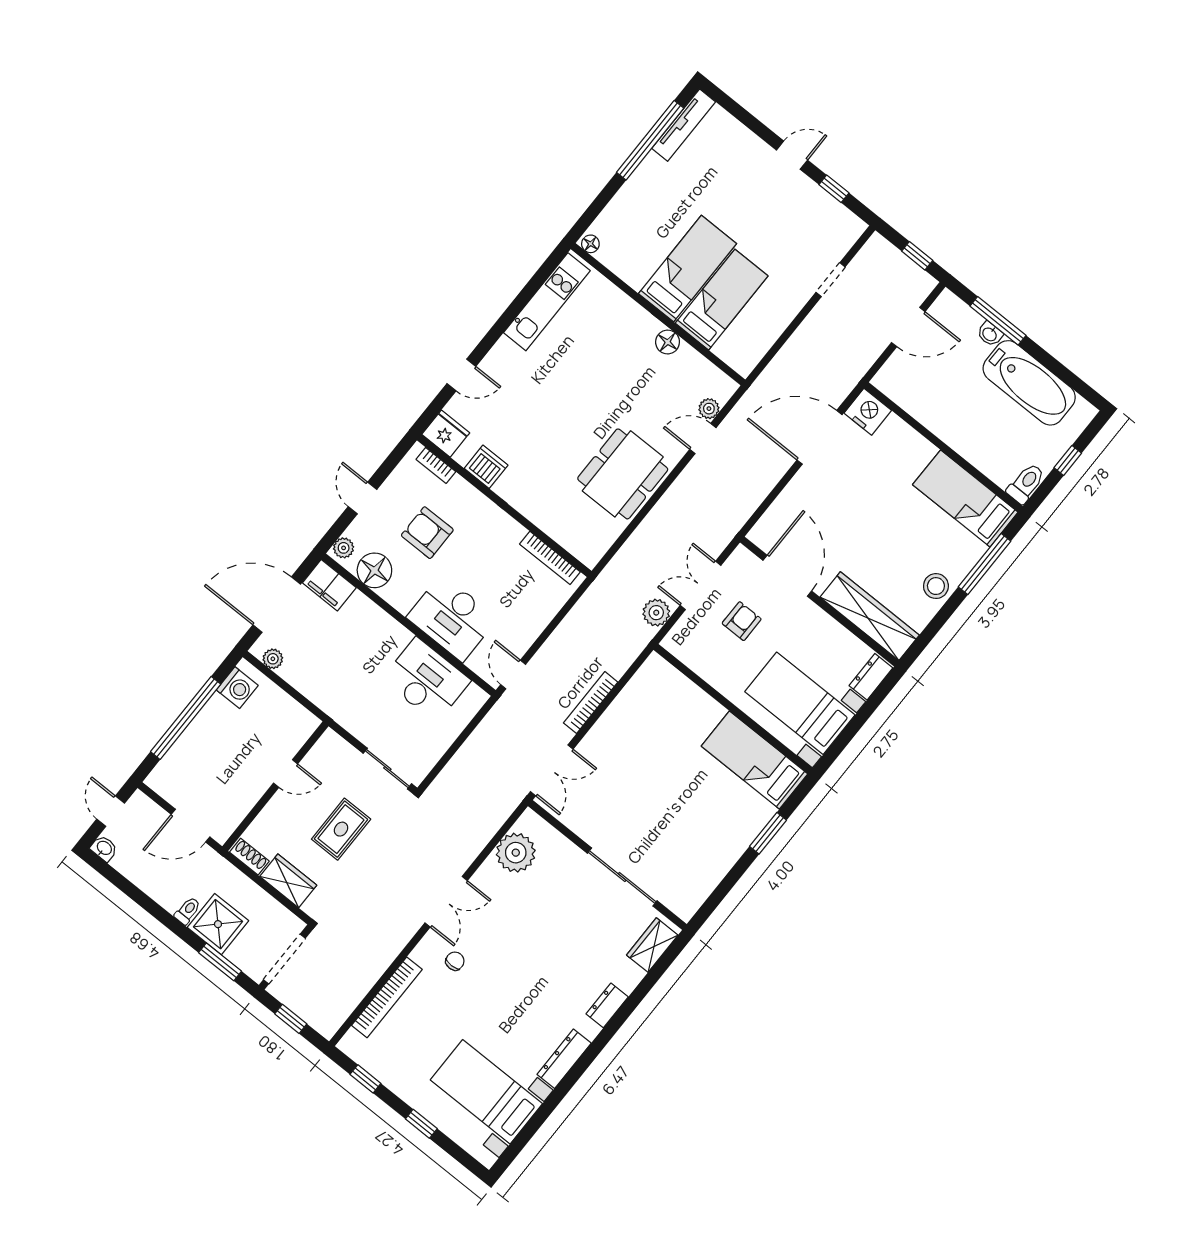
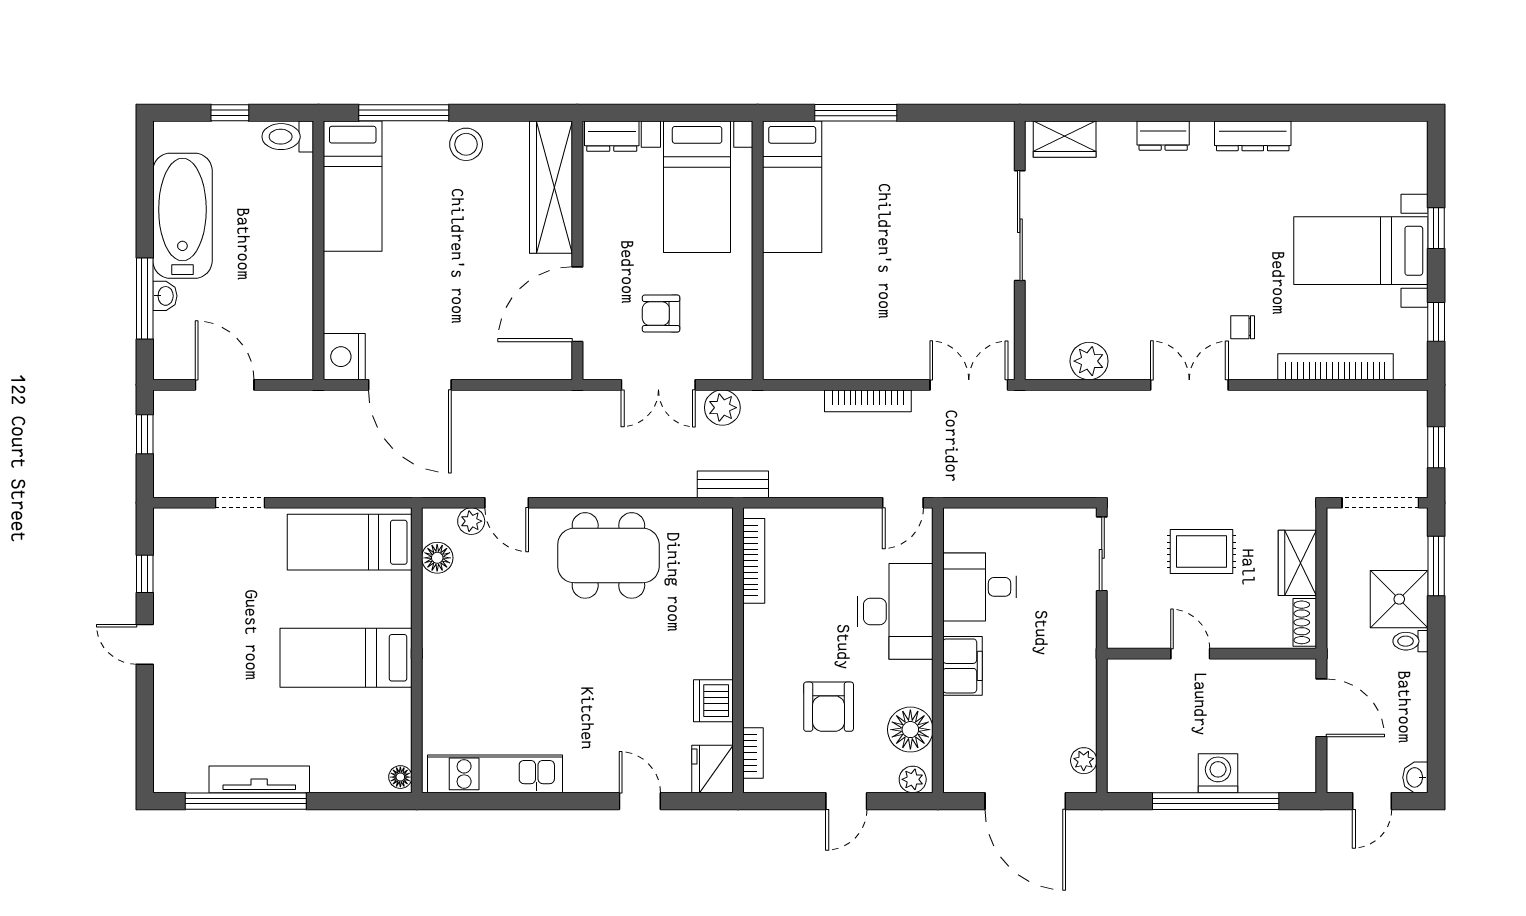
tv unit: (684, 125) -> (259, 779), moved
bed: (722, 300) -> (350, 542), moved
floor lamp: (668, 342) -> (437, 558), moved
bench: (606, 582) -> (733, 484), added
filing cabinet: (329, 585) -> (962, 666), moved
desk: (426, 680) -> (980, 587), width x0.73
washing machine: (237, 688) -> (1218, 773), moved
window: (768, 833) -> (856, 113), width x1.44
plant: (516, 853) -> (1089, 361), width x0.73, depth x0.73
bed with nightstands: (486, 1092) -> (1361, 251), moved, turned 90

